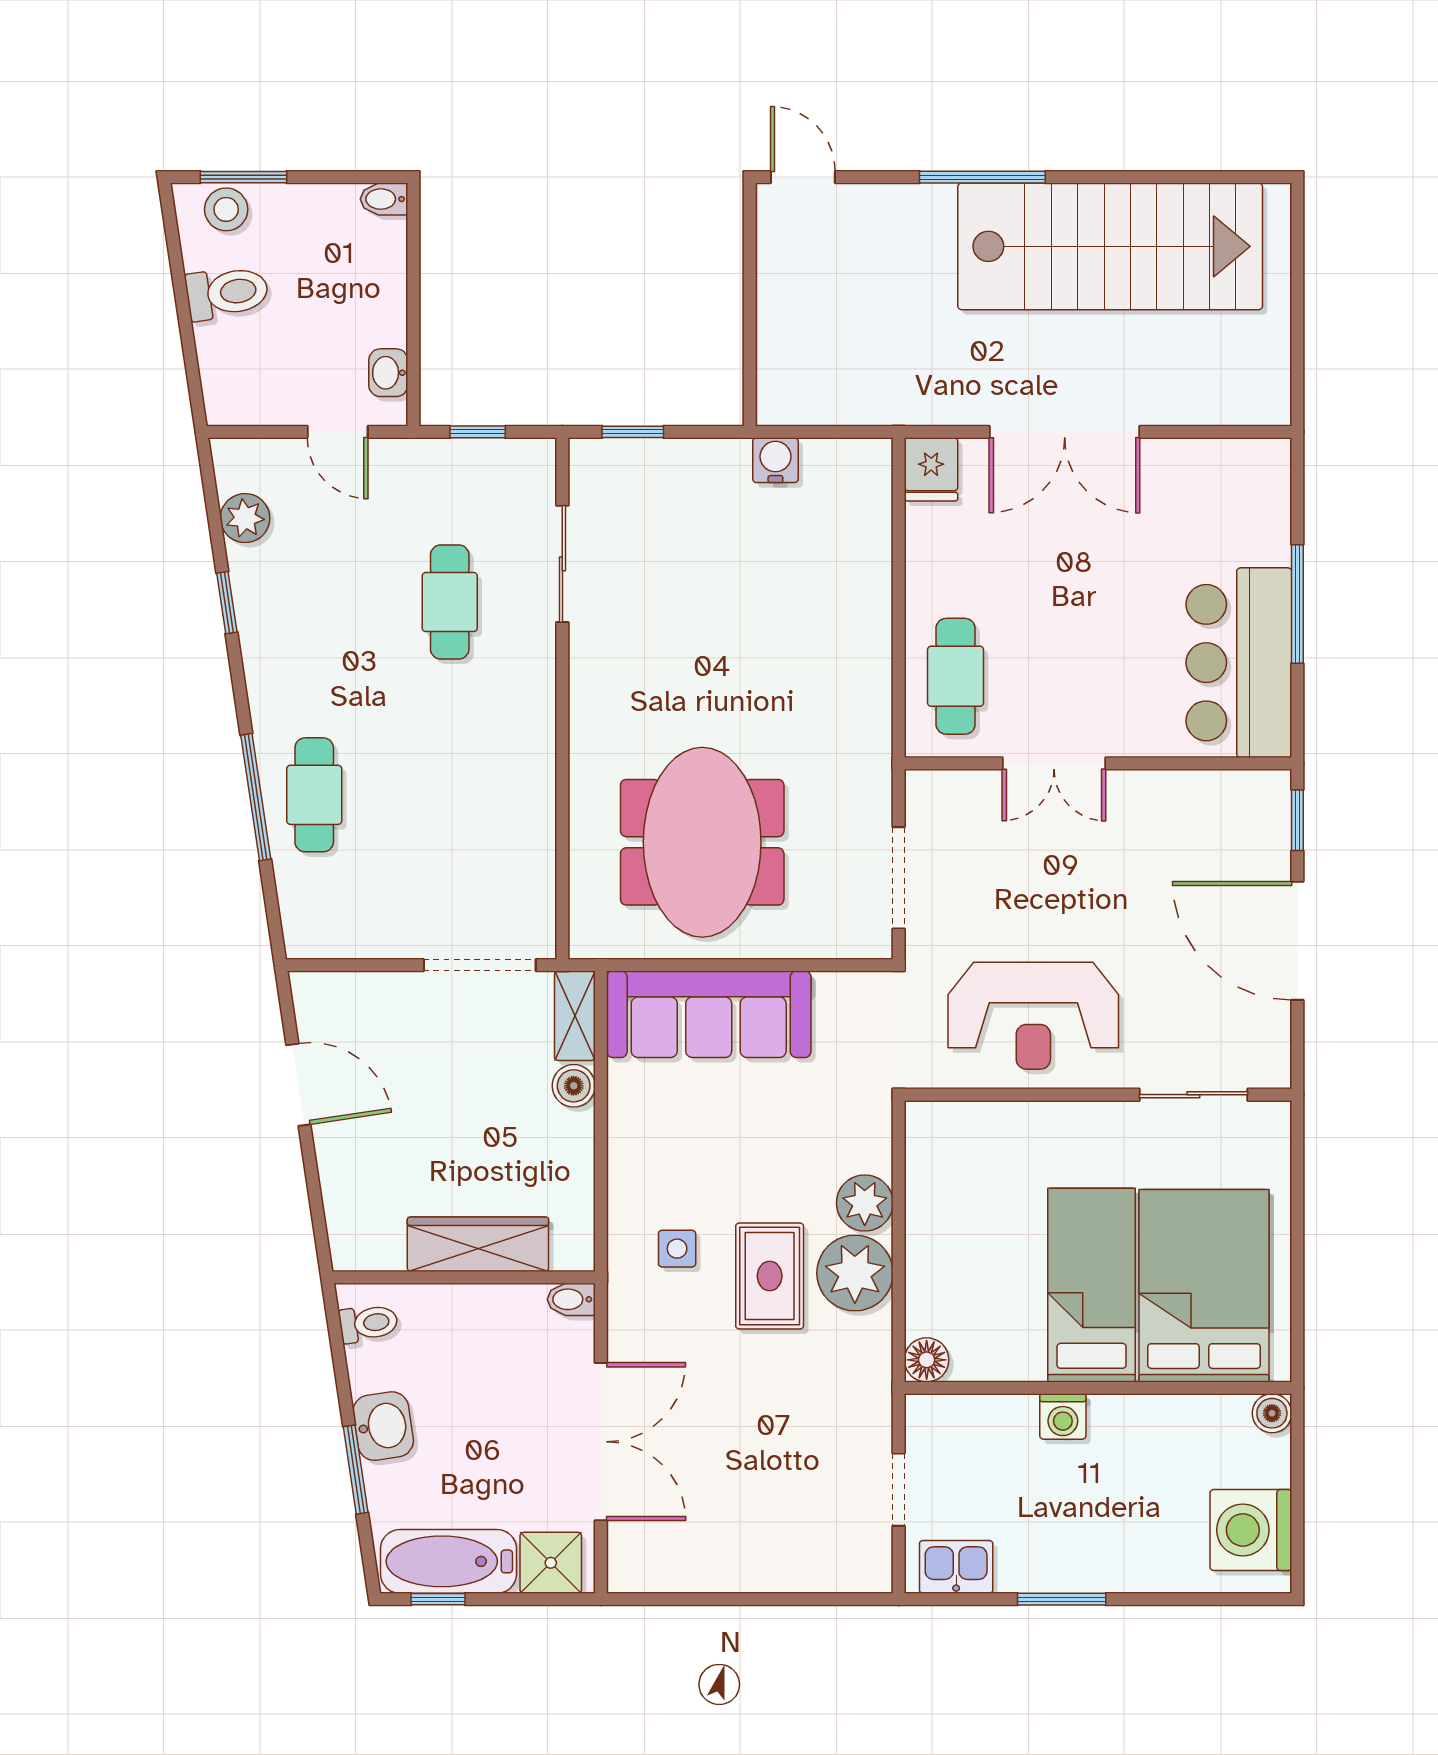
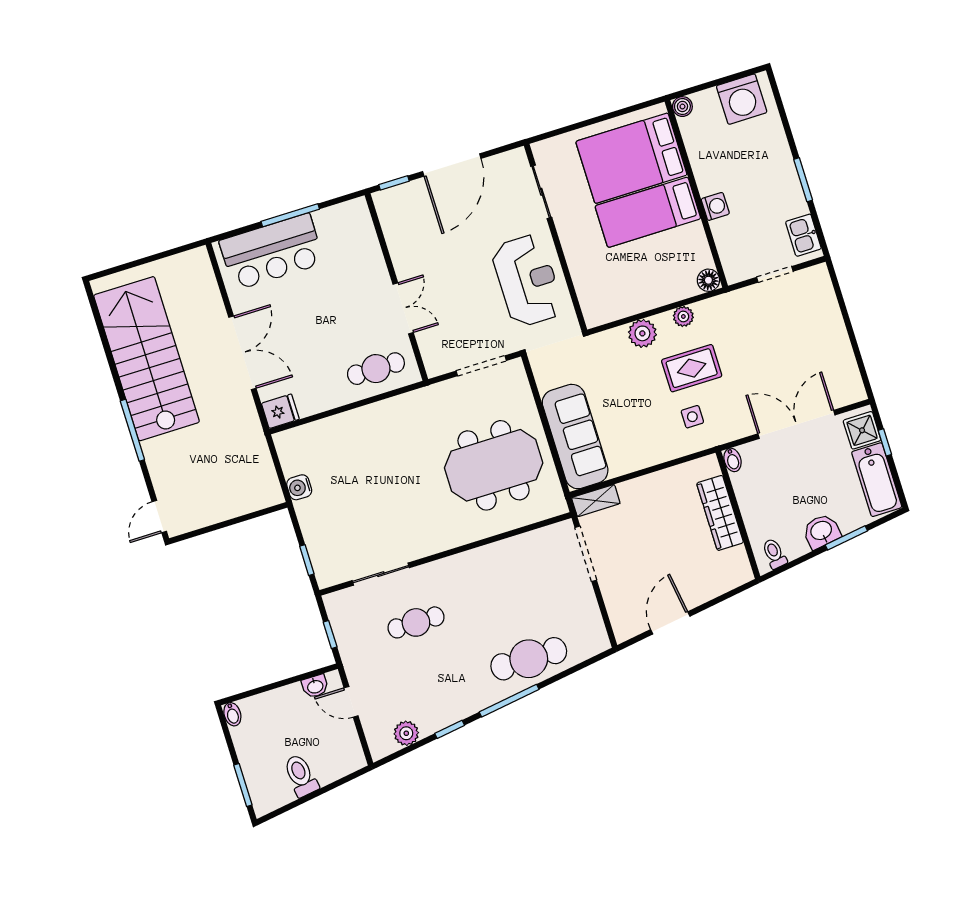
stool: (226, 209) -> (261, 788), removed
door: (338, 432) -> (351, 702), swing flipped
bar counter: (1239, 663) -> (272, 252), moved
cafe table: (314, 795) -> (529, 659), width x1.37, depth x1.35
window: (256, 797) -> (509, 701), moved
boiler: (574, 1086) -> (630, 491), removed
plant: (855, 1273) -> (683, 316), width x0.53, depth x0.53
window: (438, 1599) -> (885, 442), moved

